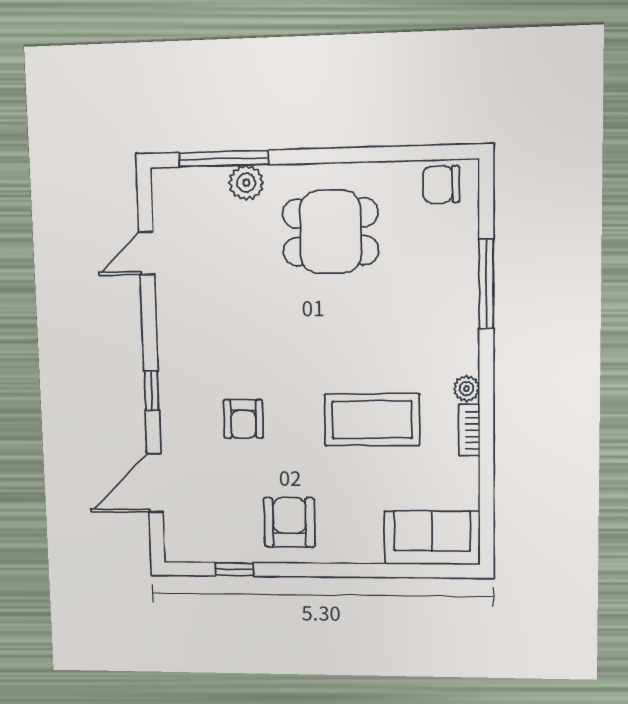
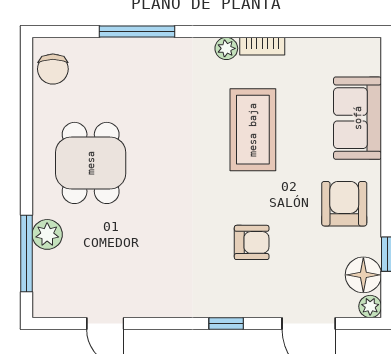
armchair: (289, 522) -> (344, 204), turned 90
sofa: (432, 538) -> (358, 118), moved
floor lamp: (211, 543) -> (363, 275), added
plant: (176, 550) -> (370, 306), added

